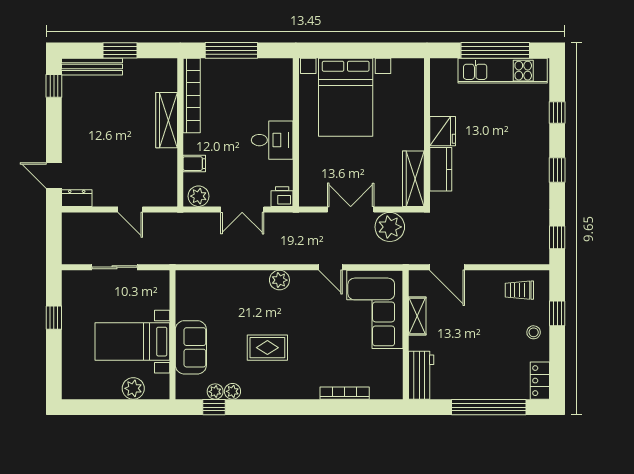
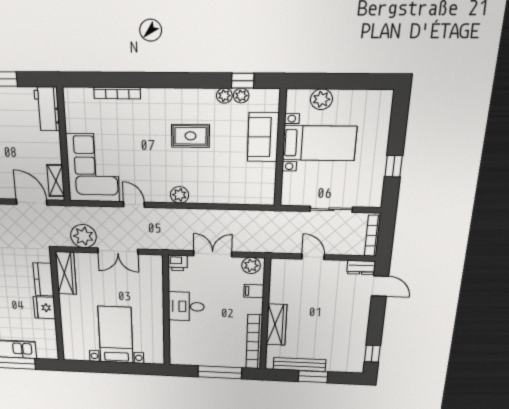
bench: (92, 67) -> (299, 364), moved
bed with nightstands: (346, 97) -> (116, 335), width x0.73
bookcase: (68, 237) -> (372, 236), added
shelving: (417, 316) -> (56, 181), moved

